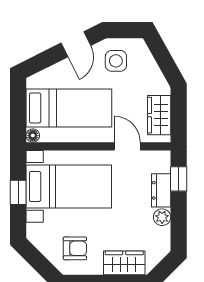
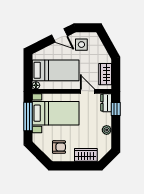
door: (76, 44) -> (59, 35), hinge flipped
dresser: (161, 190) -> (106, 103), moved
window: (18, 192) -> (28, 116), width x2.17

